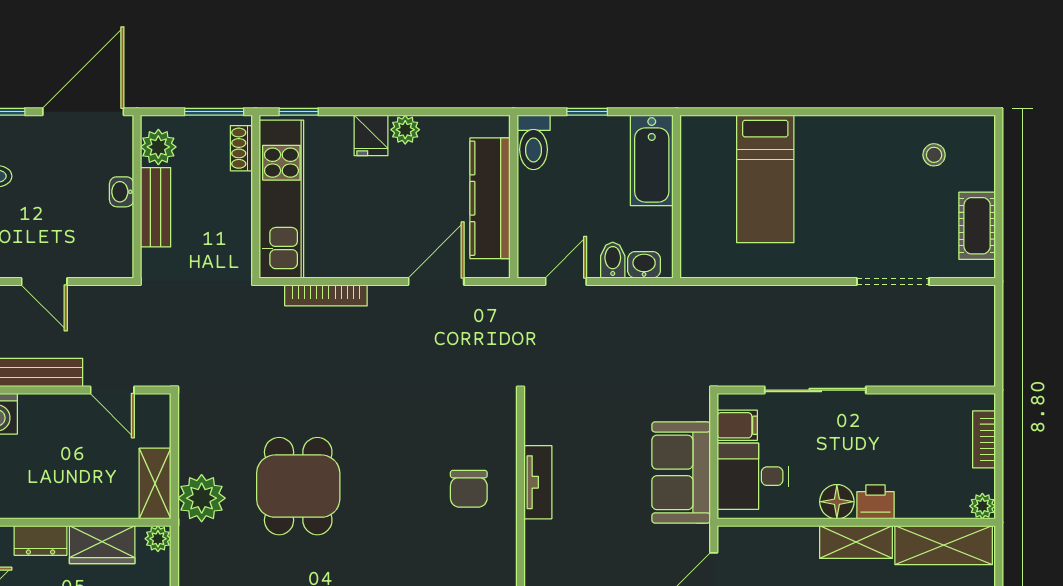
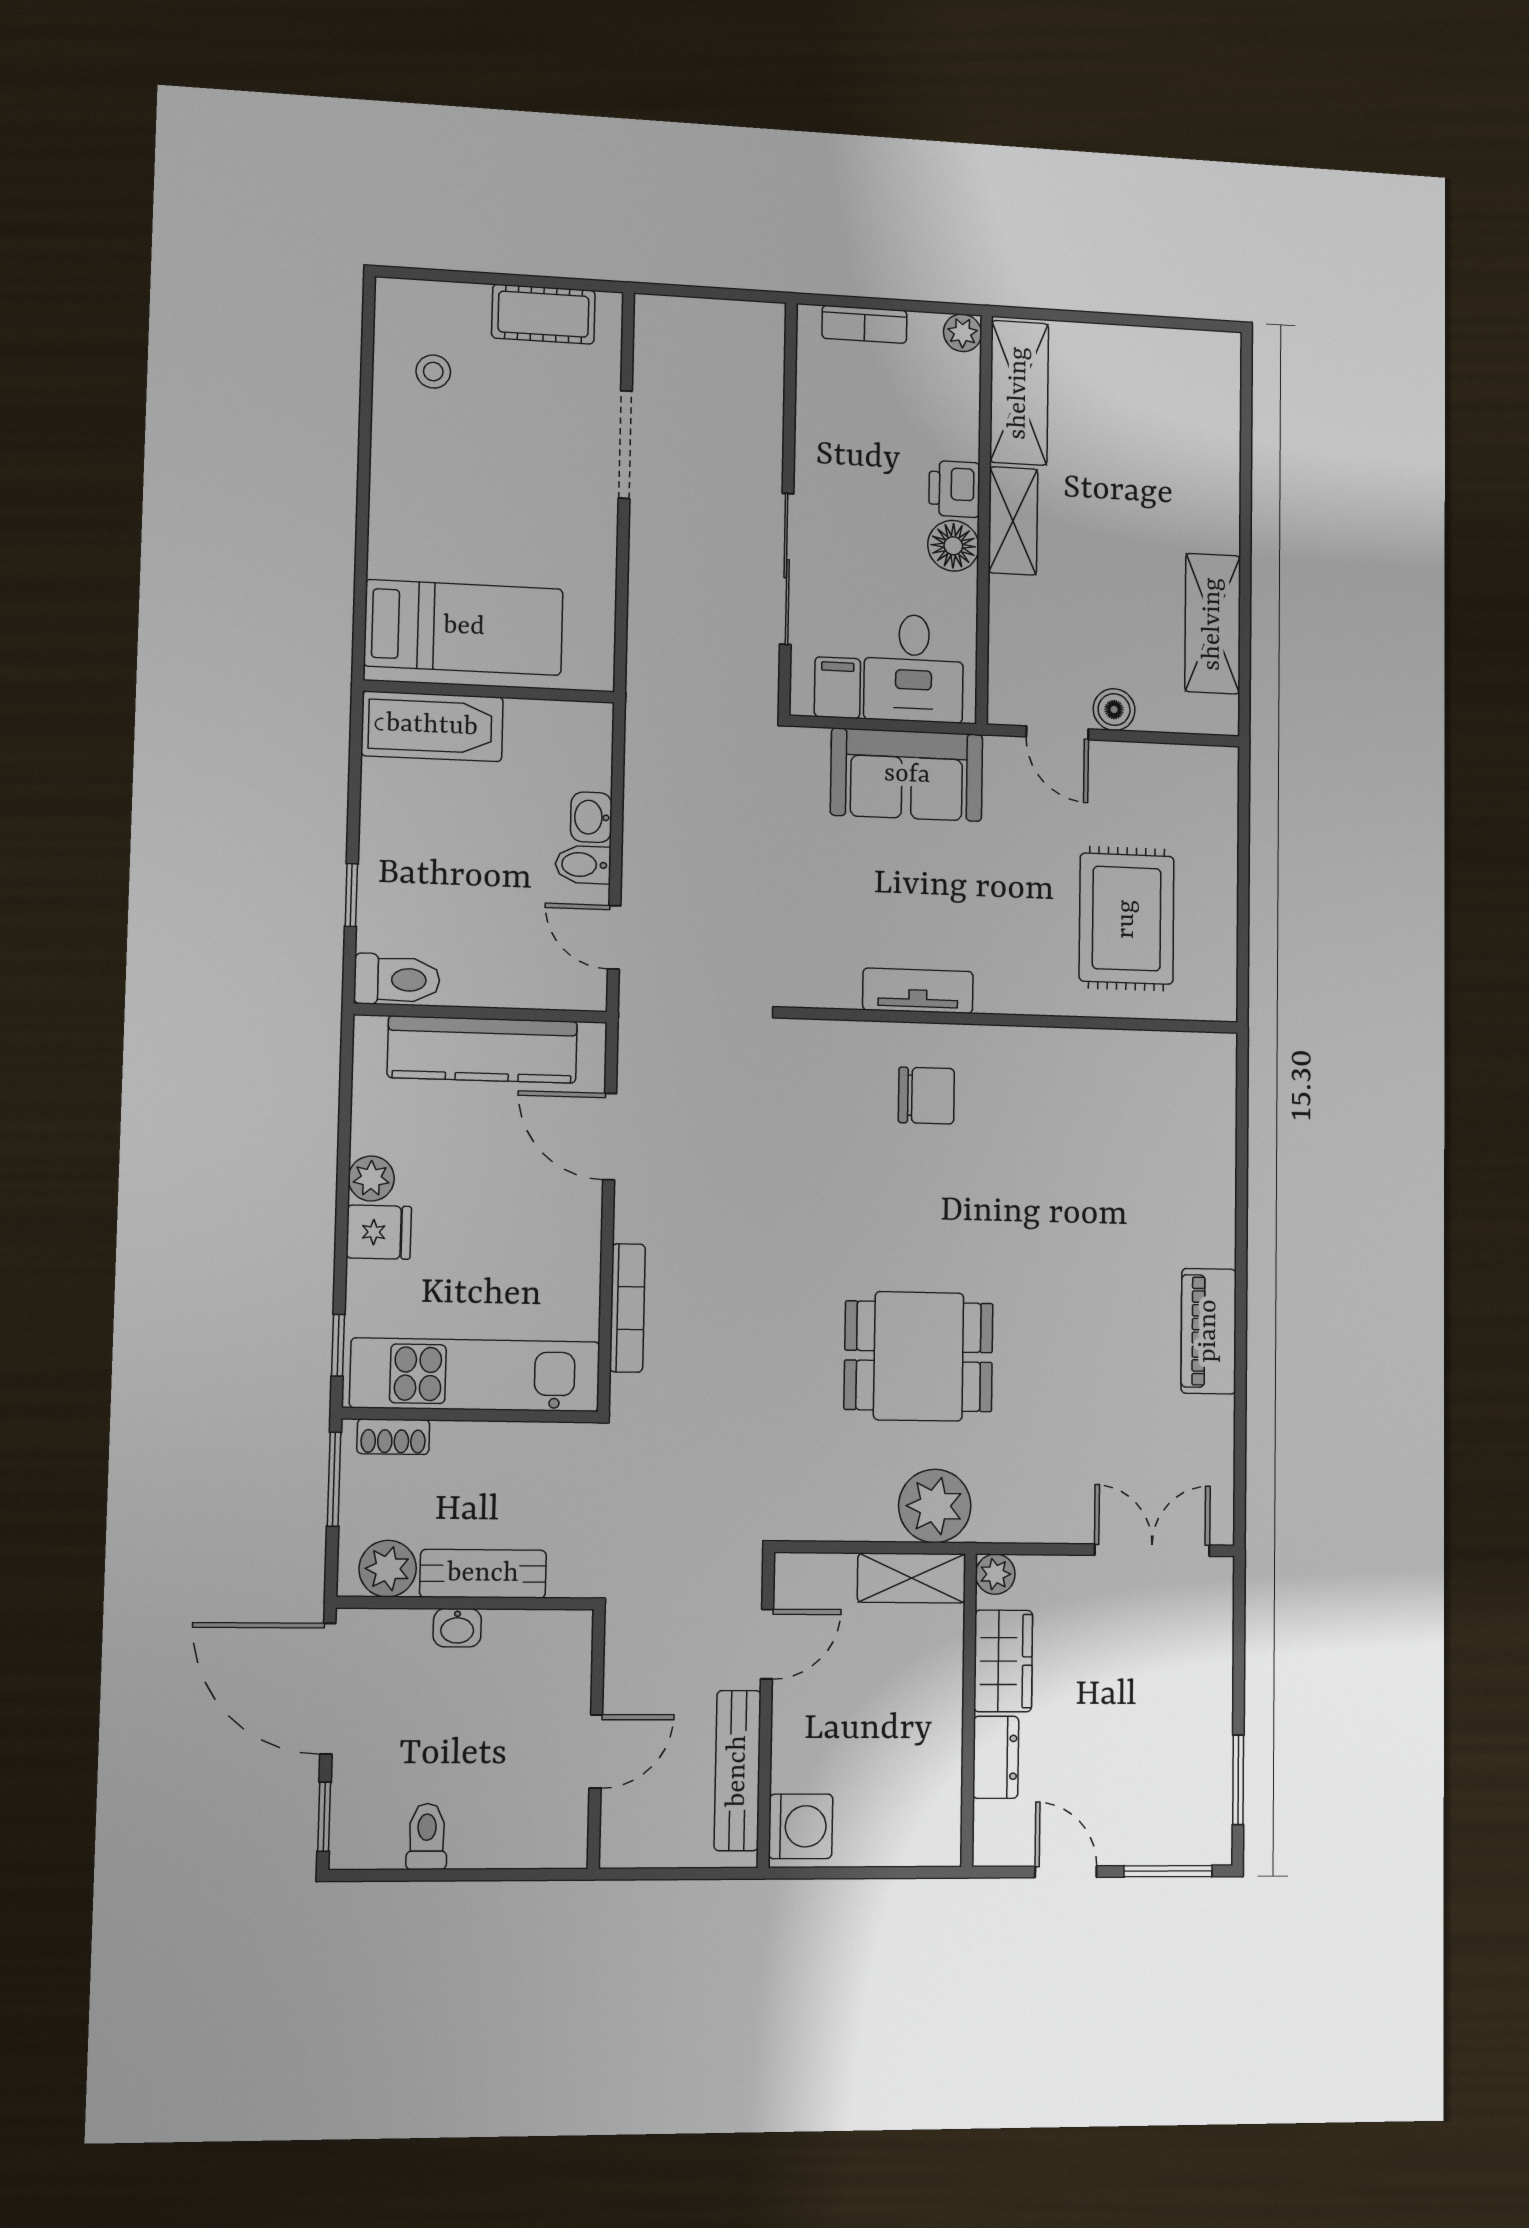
bathtub: (652, 160) -> (432, 726), moved
wall: (676, 197) -> (489, 691), moved

